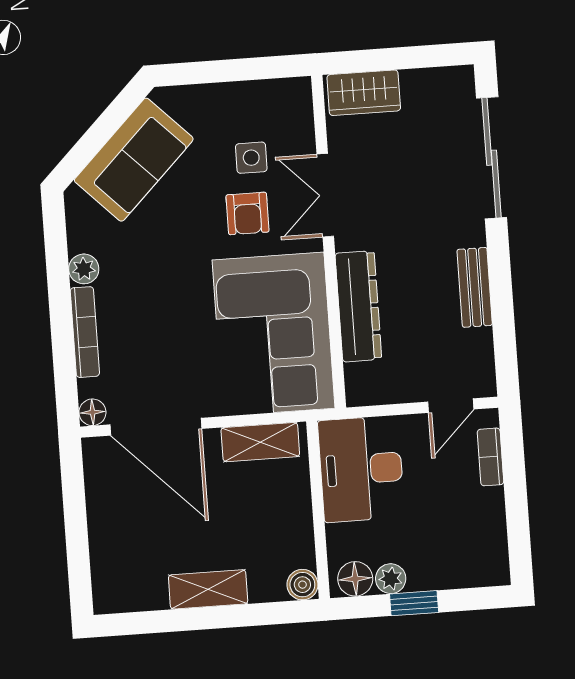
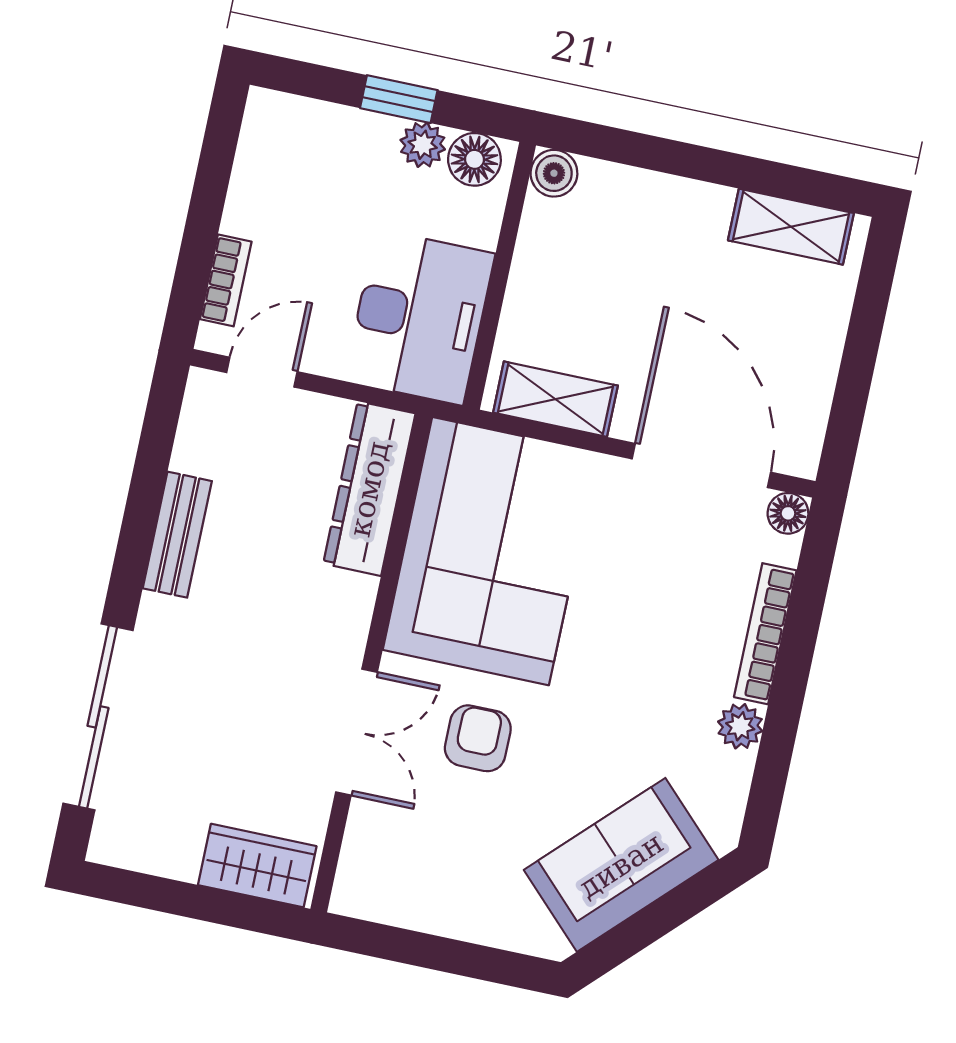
side table: (251, 158) -> (449, 818), removed
dresser: (358, 306) -> (369, 489), moved
shelving: (208, 589) -> (791, 227), moved

